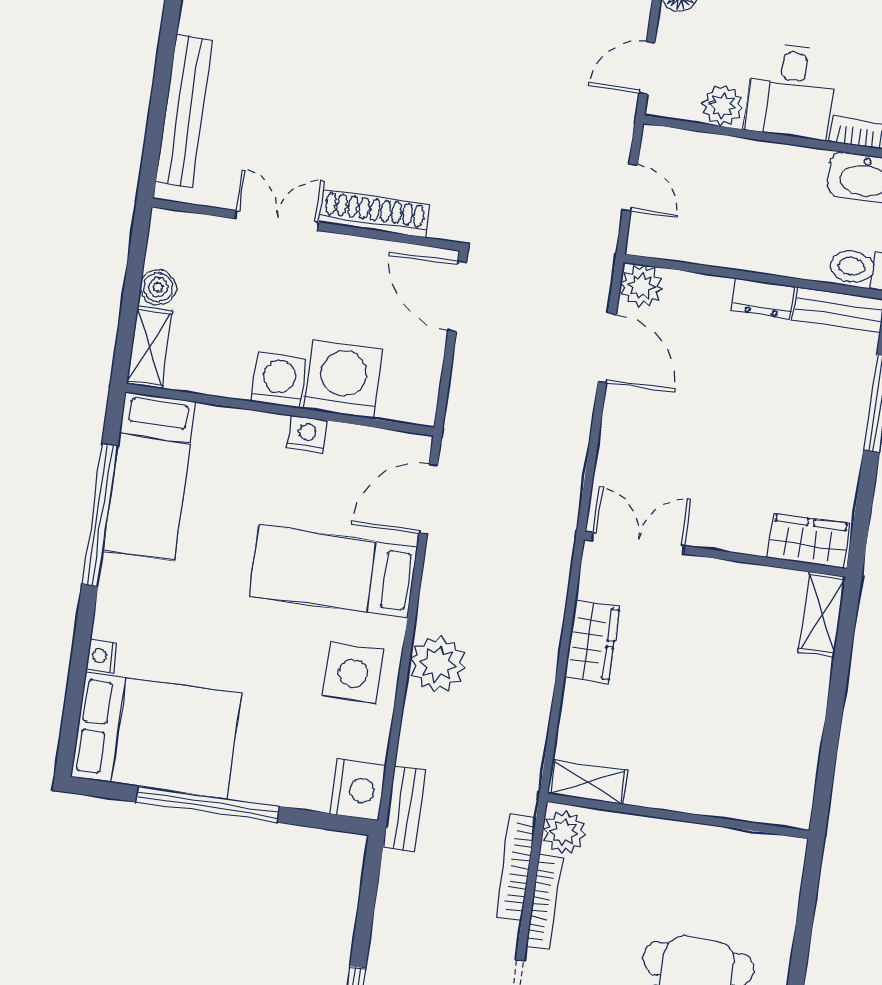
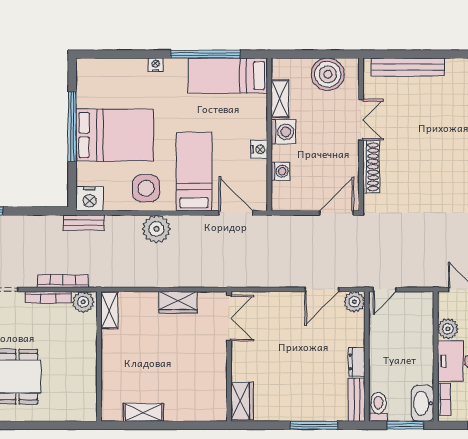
door: (630, 187) -> (385, 289), moved
boiler: (158, 287) -> (328, 74), width x1.86, depth x1.86
shelving: (149, 347) -> (280, 99), moved, turned 90
washing machine: (343, 379) -> (280, 171), width x0.53, depth x0.53
shelving: (822, 614) -> (143, 412), moved
nightstand: (102, 656) -> (156, 65), moved
bed: (156, 735) -> (115, 135), moved, turned -90

